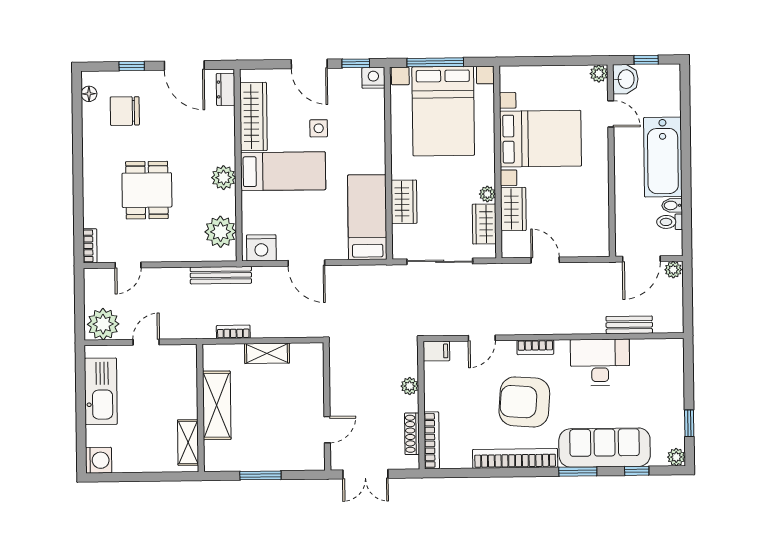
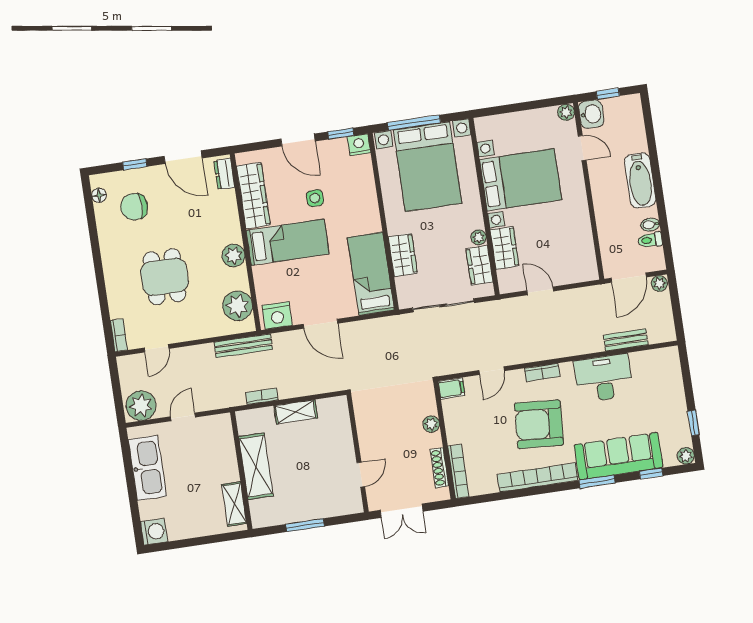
bathtub: (663, 157) -> (640, 180), width x0.73, depth x0.73

